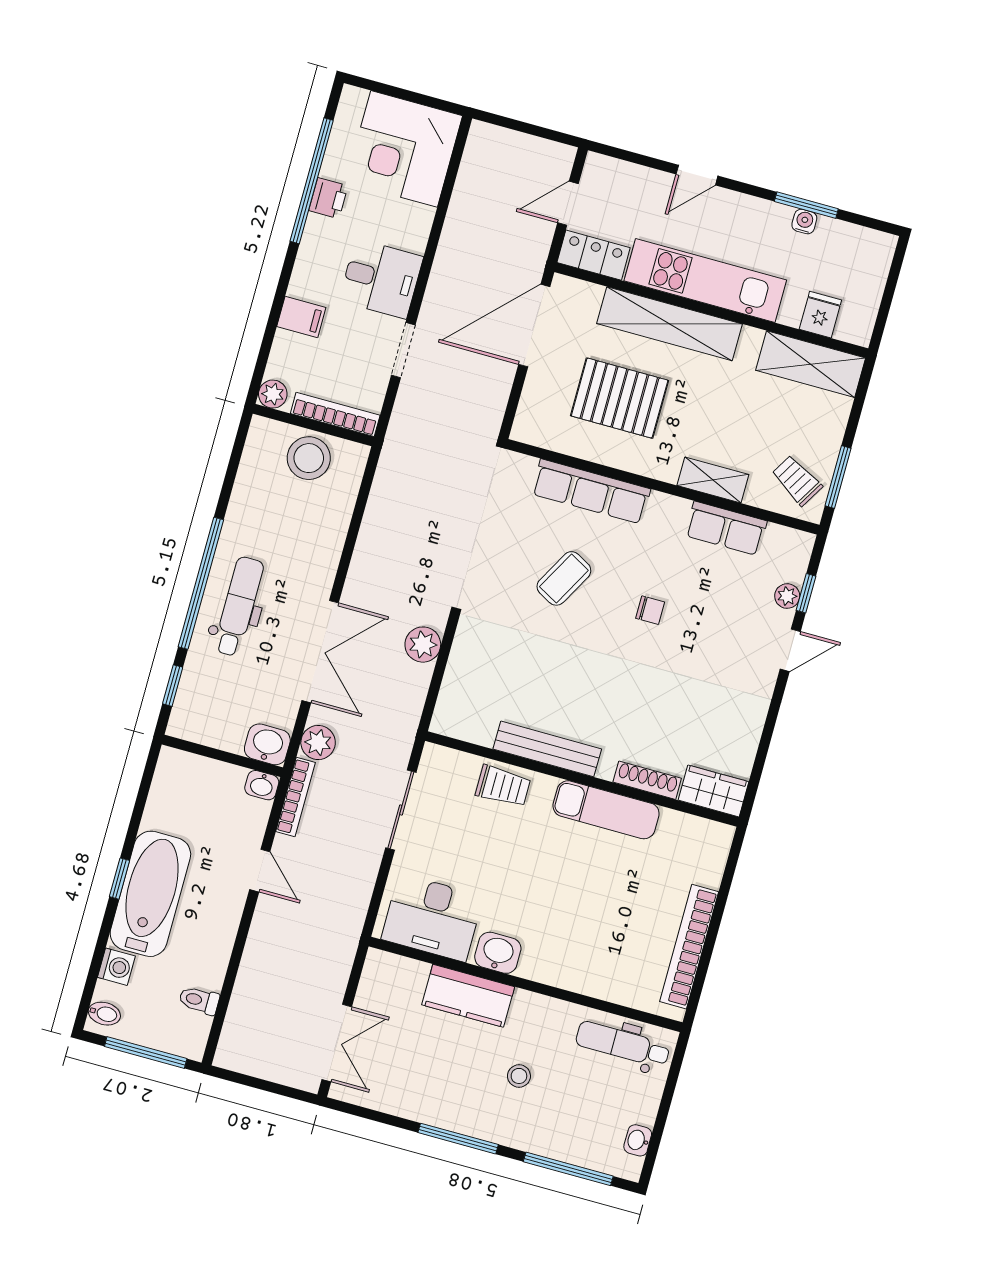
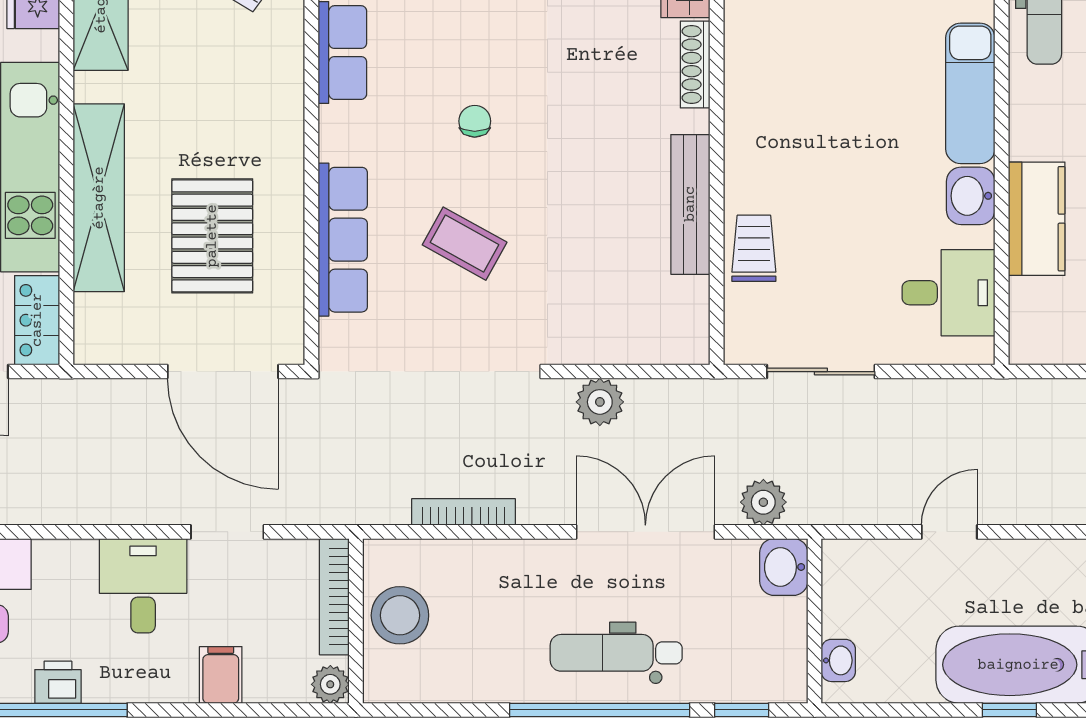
door: (534, 326) -> (223, 372), moved
shelving: (713, 480) -> (285, 86), removed
washbasin: (262, 785) -> (838, 660), moved
bookcase: (296, 797) -> (463, 512), moved
exam couch: (606, 810) -> (970, 93), moved, turned 180
desk: (432, 918) -> (948, 293), width x0.73

